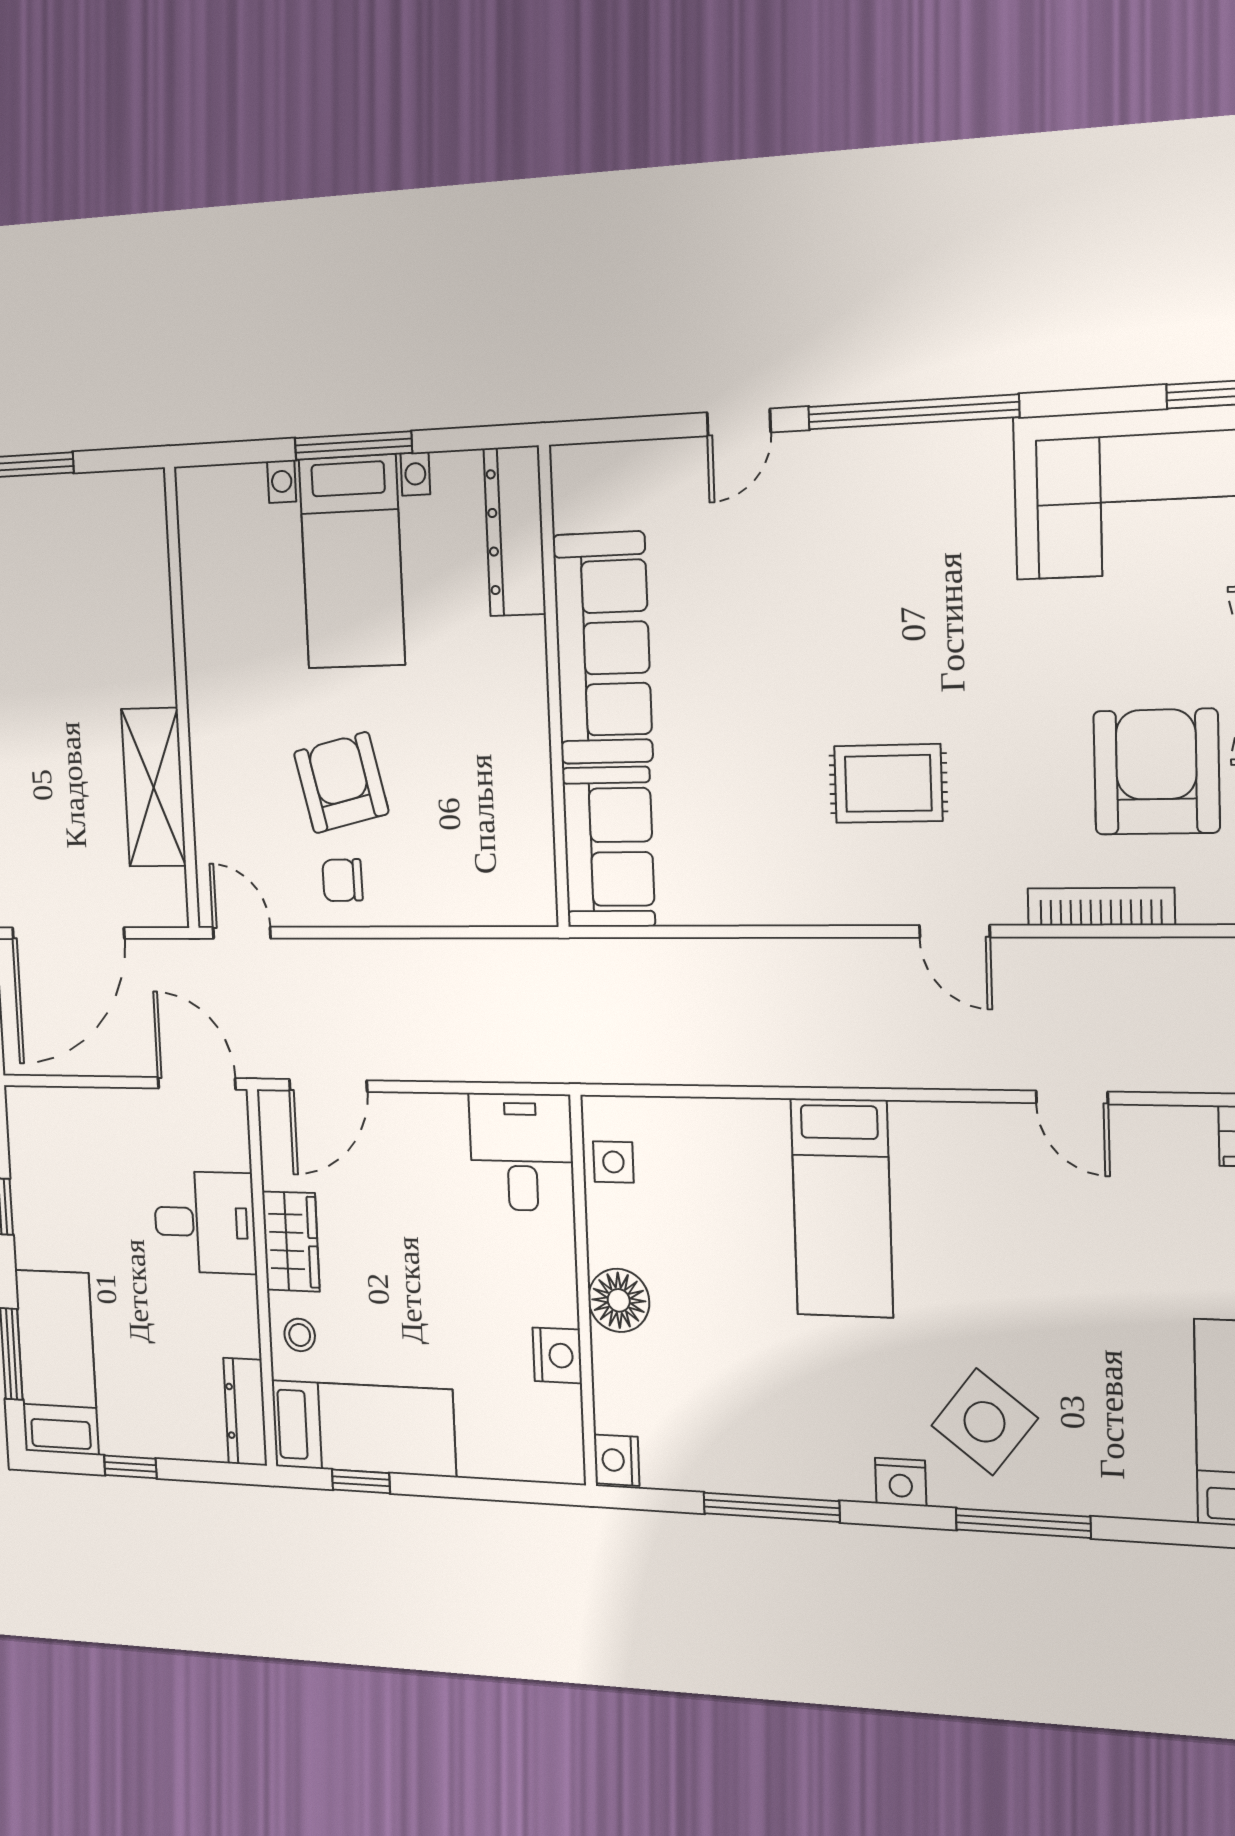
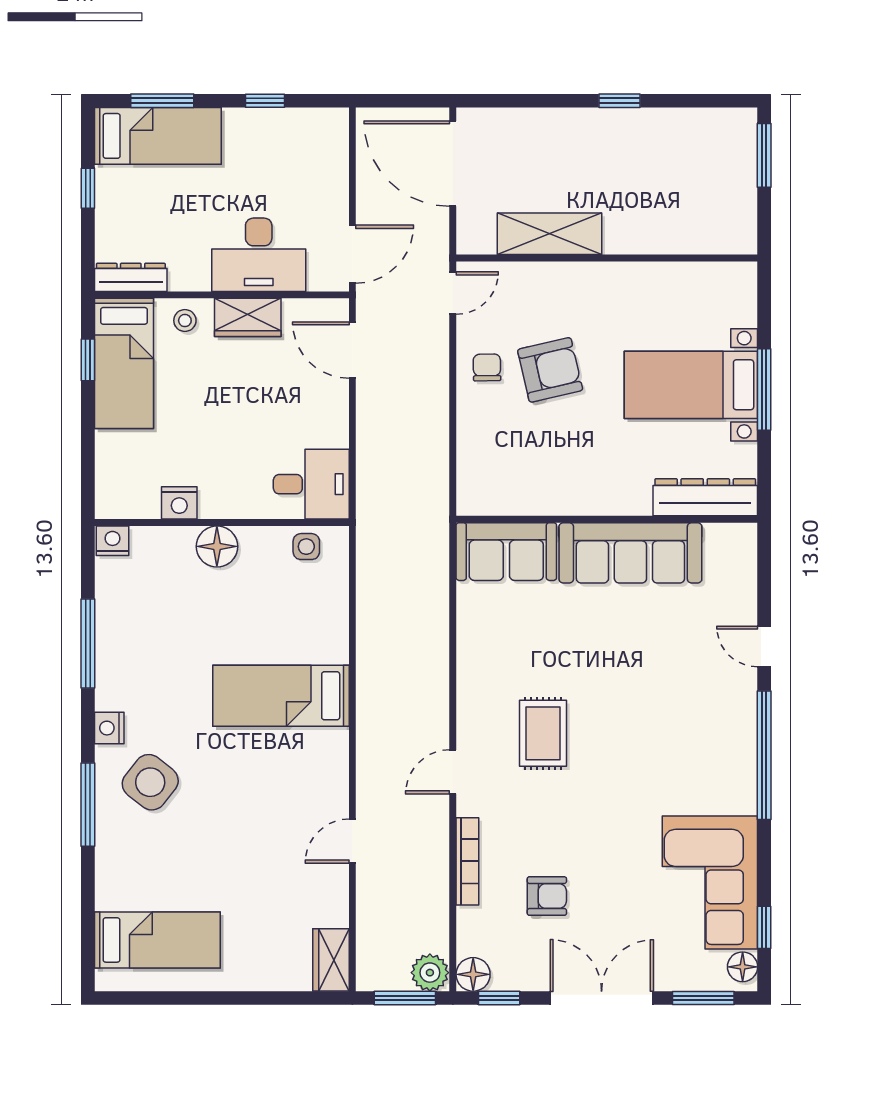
armchair: (1156, 772) -> (547, 896), width x0.53, depth x0.53
desk: (205, 1222) -> (259, 255), width x1.37

